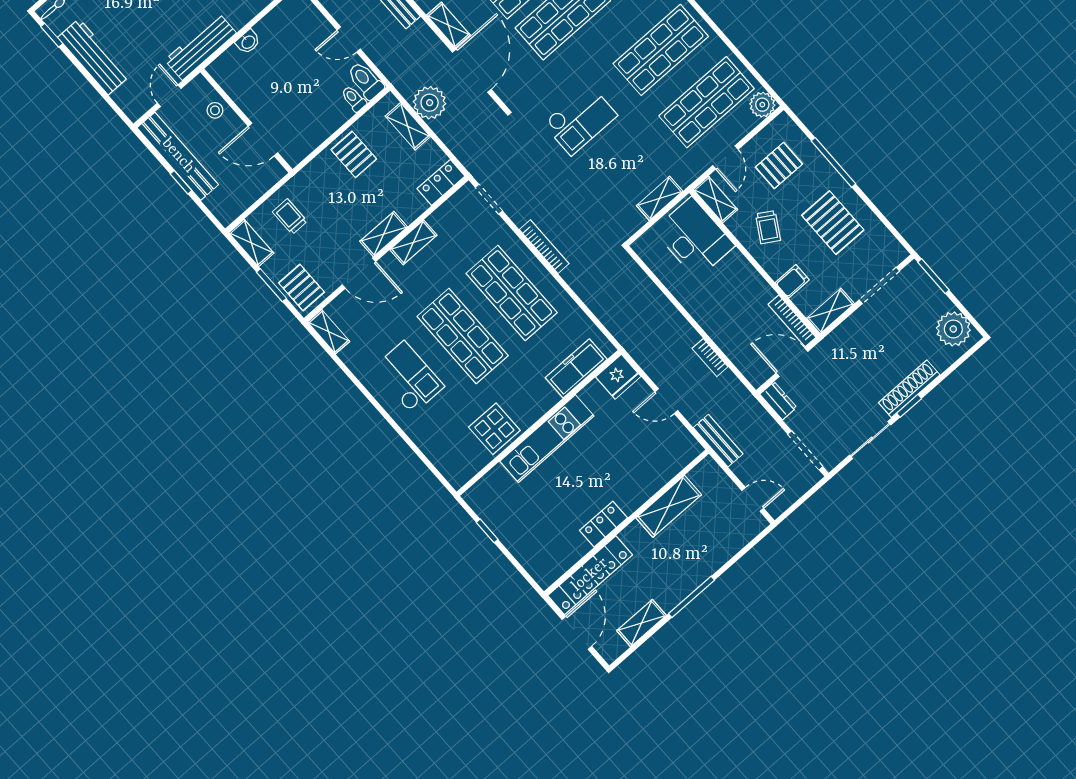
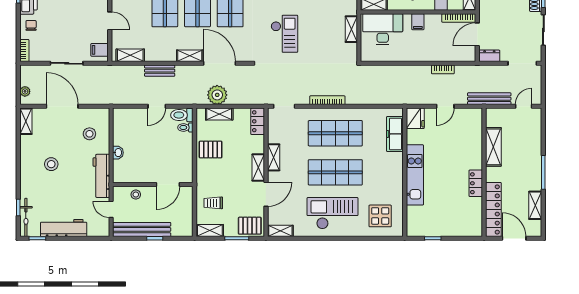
filing cabinet: (742, 274) -> (418, 22), added
checkout: (408, 378) -> (333, 213), width x1.36, depth x1.21
display table: (494, 429) -> (380, 216), moved
bench: (718, 441) -> (489, 99), width x1.36

